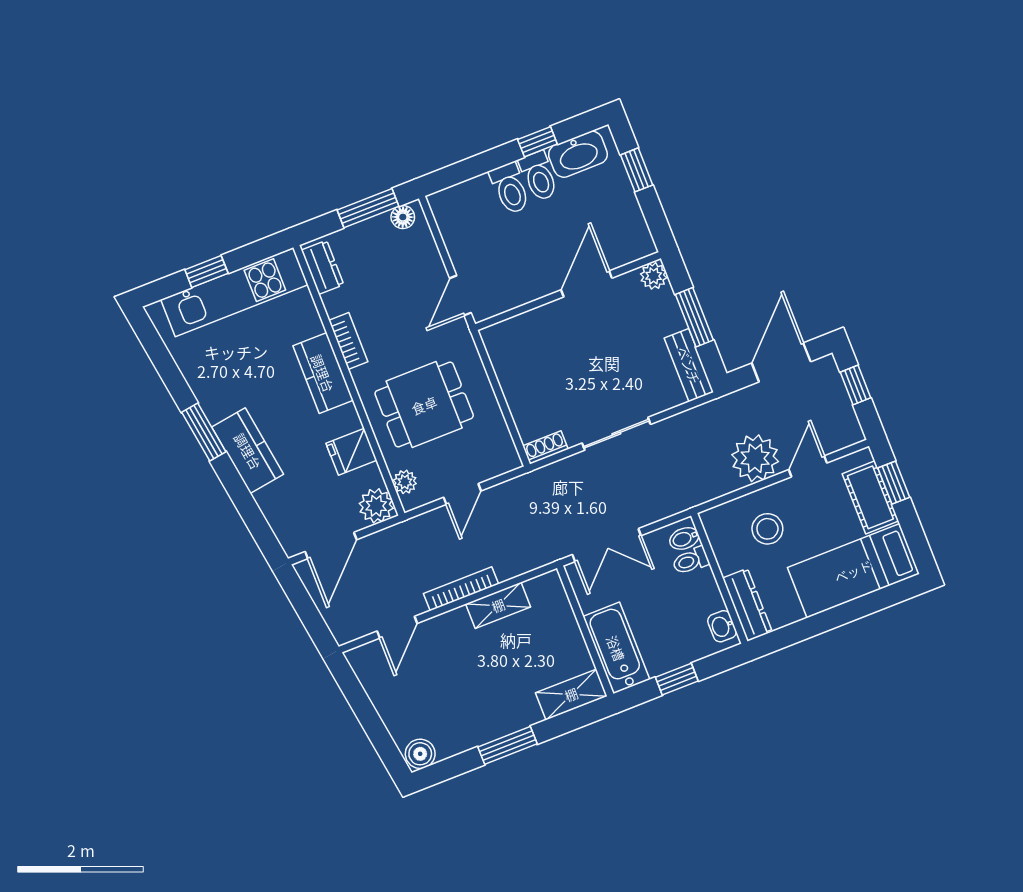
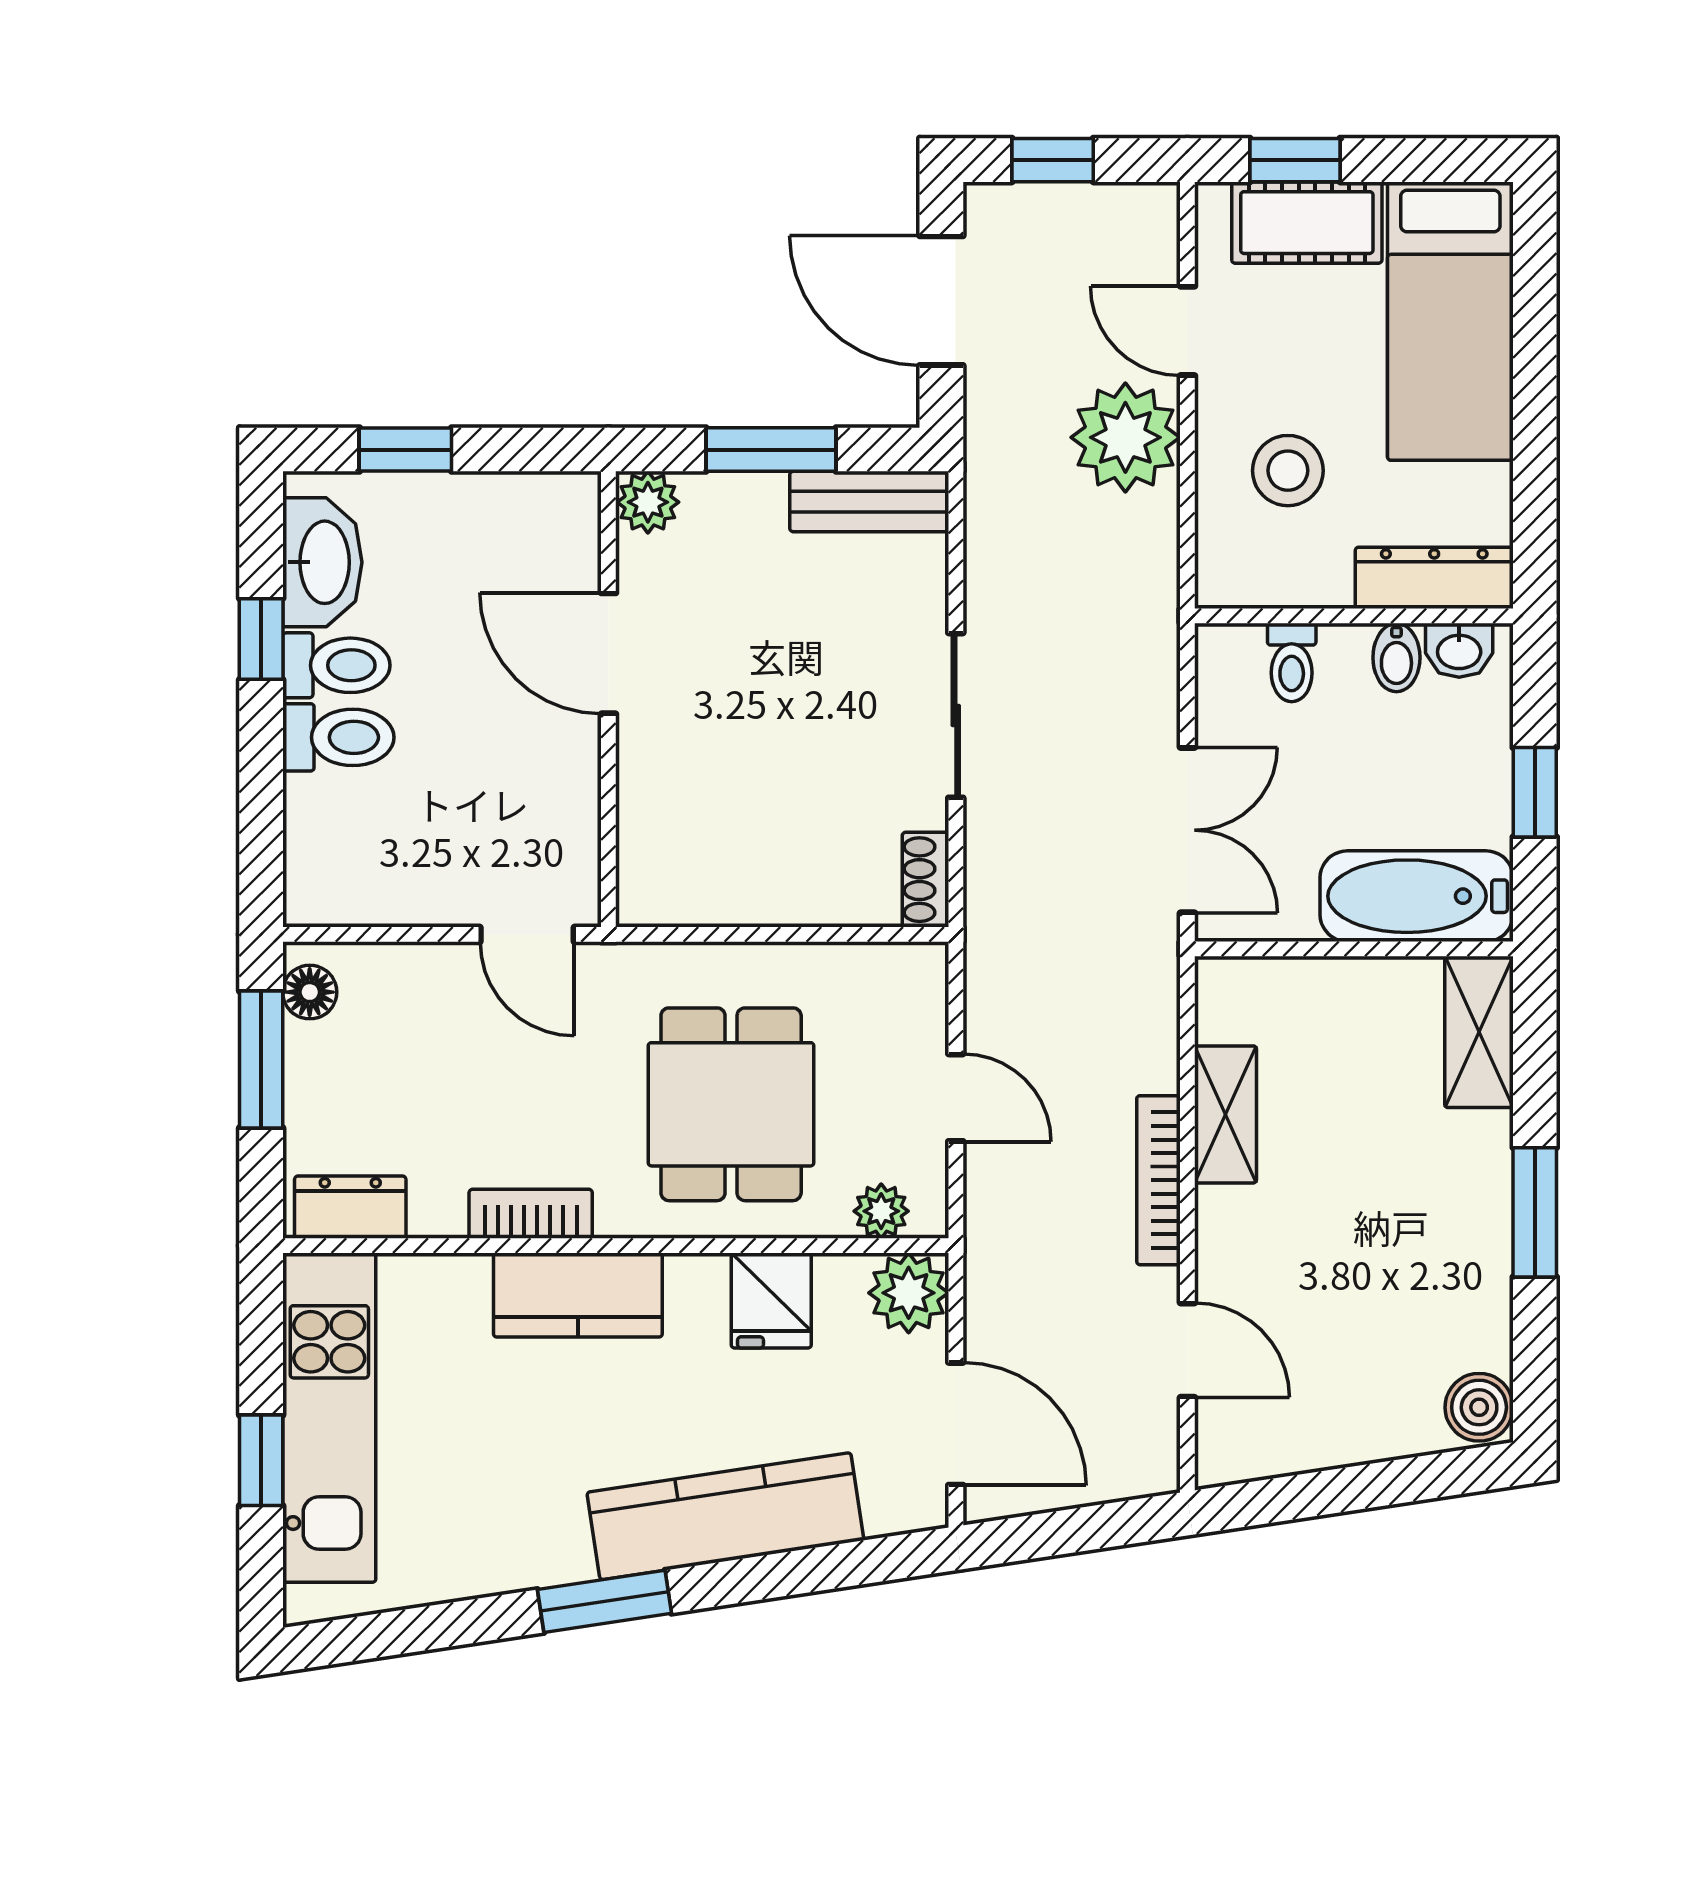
kitchen counter: (248, 451) -> (725, 1516), width x1.50
bidet: (684, 538) -> (1396, 658), moved

